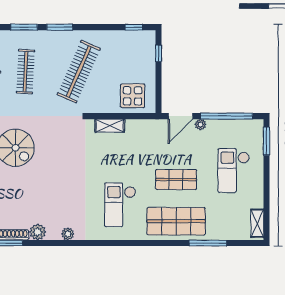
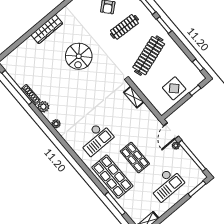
clothes rail: (79, 72) -> (149, 56), turned -42
display table: (133, 96) -> (174, 88), moved
door: (181, 116) -> (171, 131), hinge flipped
checkout: (234, 170) -> (166, 184), turned 180
checkout: (120, 205) -> (96, 139), turned 180

